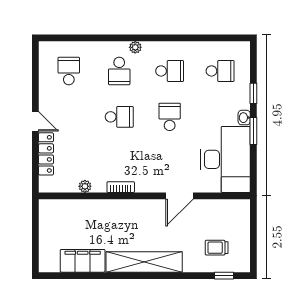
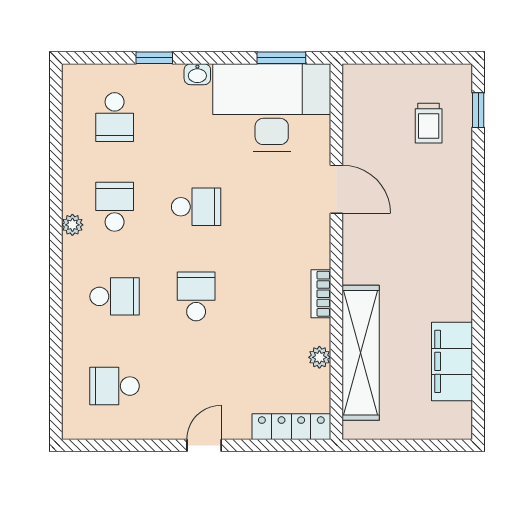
plant: (135, 47) -> (72, 225), moved
school desk: (220, 71) -> (115, 117), turned 180
school desk: (170, 117) -> (196, 207), turned 180
window: (253, 131) -> (281, 58), moved
locker: (46, 154) -> (291, 427), moved
shelving: (144, 262) -> (361, 353), moved

